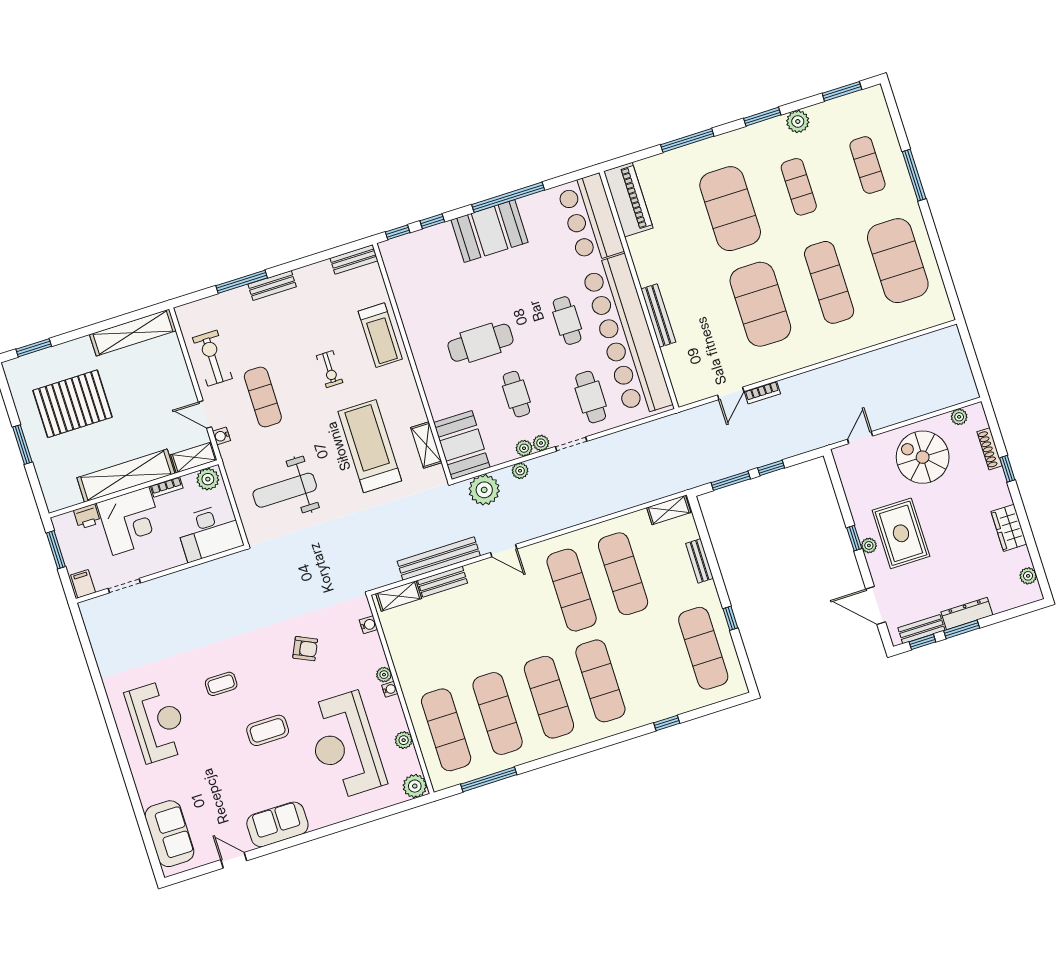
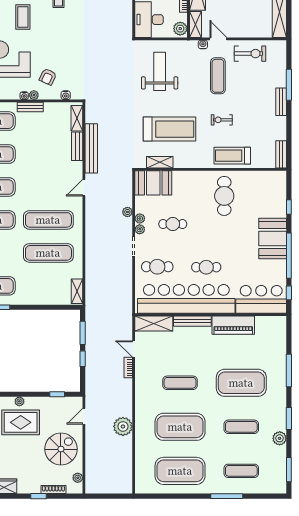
piano: (628, 200) -> (233, 325), moved
window: (398, 232) -> (289, 293), moved
exercise mat: (829, 282) -> (180, 427), width x1.47
exercise mat: (760, 304) -> (180, 383), width x0.50, depth x0.69
cafe table: (480, 343) -> (224, 196), moved
shelving: (681, 375) -> (154, 323), added
exercise mat: (263, 397) -> (218, 76), turned 90
door: (205, 414) -> (218, 39), hinge flipped
door: (860, 438) -> (84, 416), swing flipped
plant: (484, 490) -> (123, 426), moved
window: (854, 538) -> (57, 394), moved
bench: (699, 561) -> (30, 107), moved
armchair: (305, 649) -> (48, 77), moved

